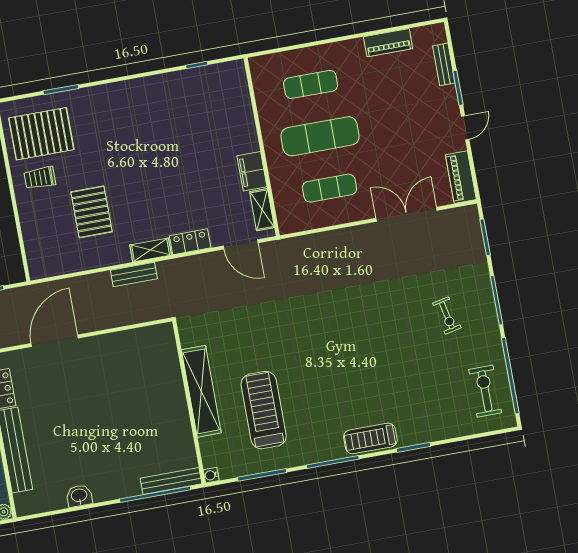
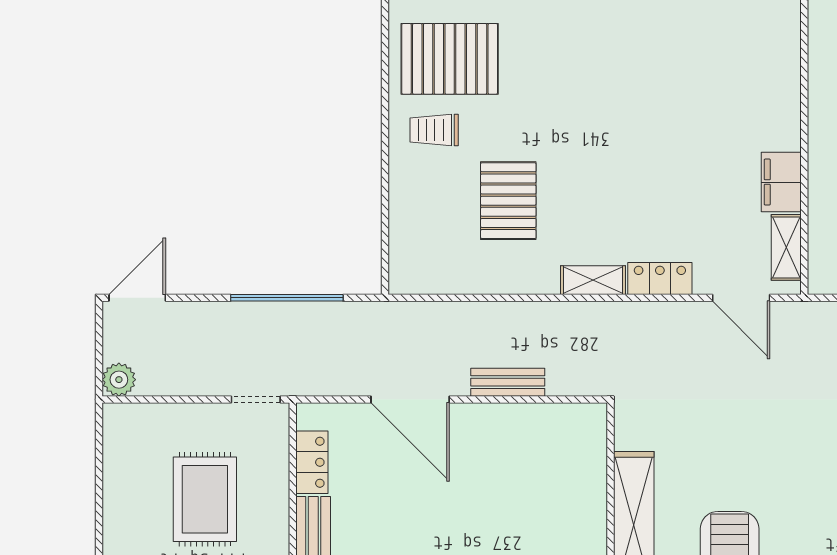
bench: (134, 274) -> (508, 382), moved
door: (55, 341) -> (410, 399), swing flipped

